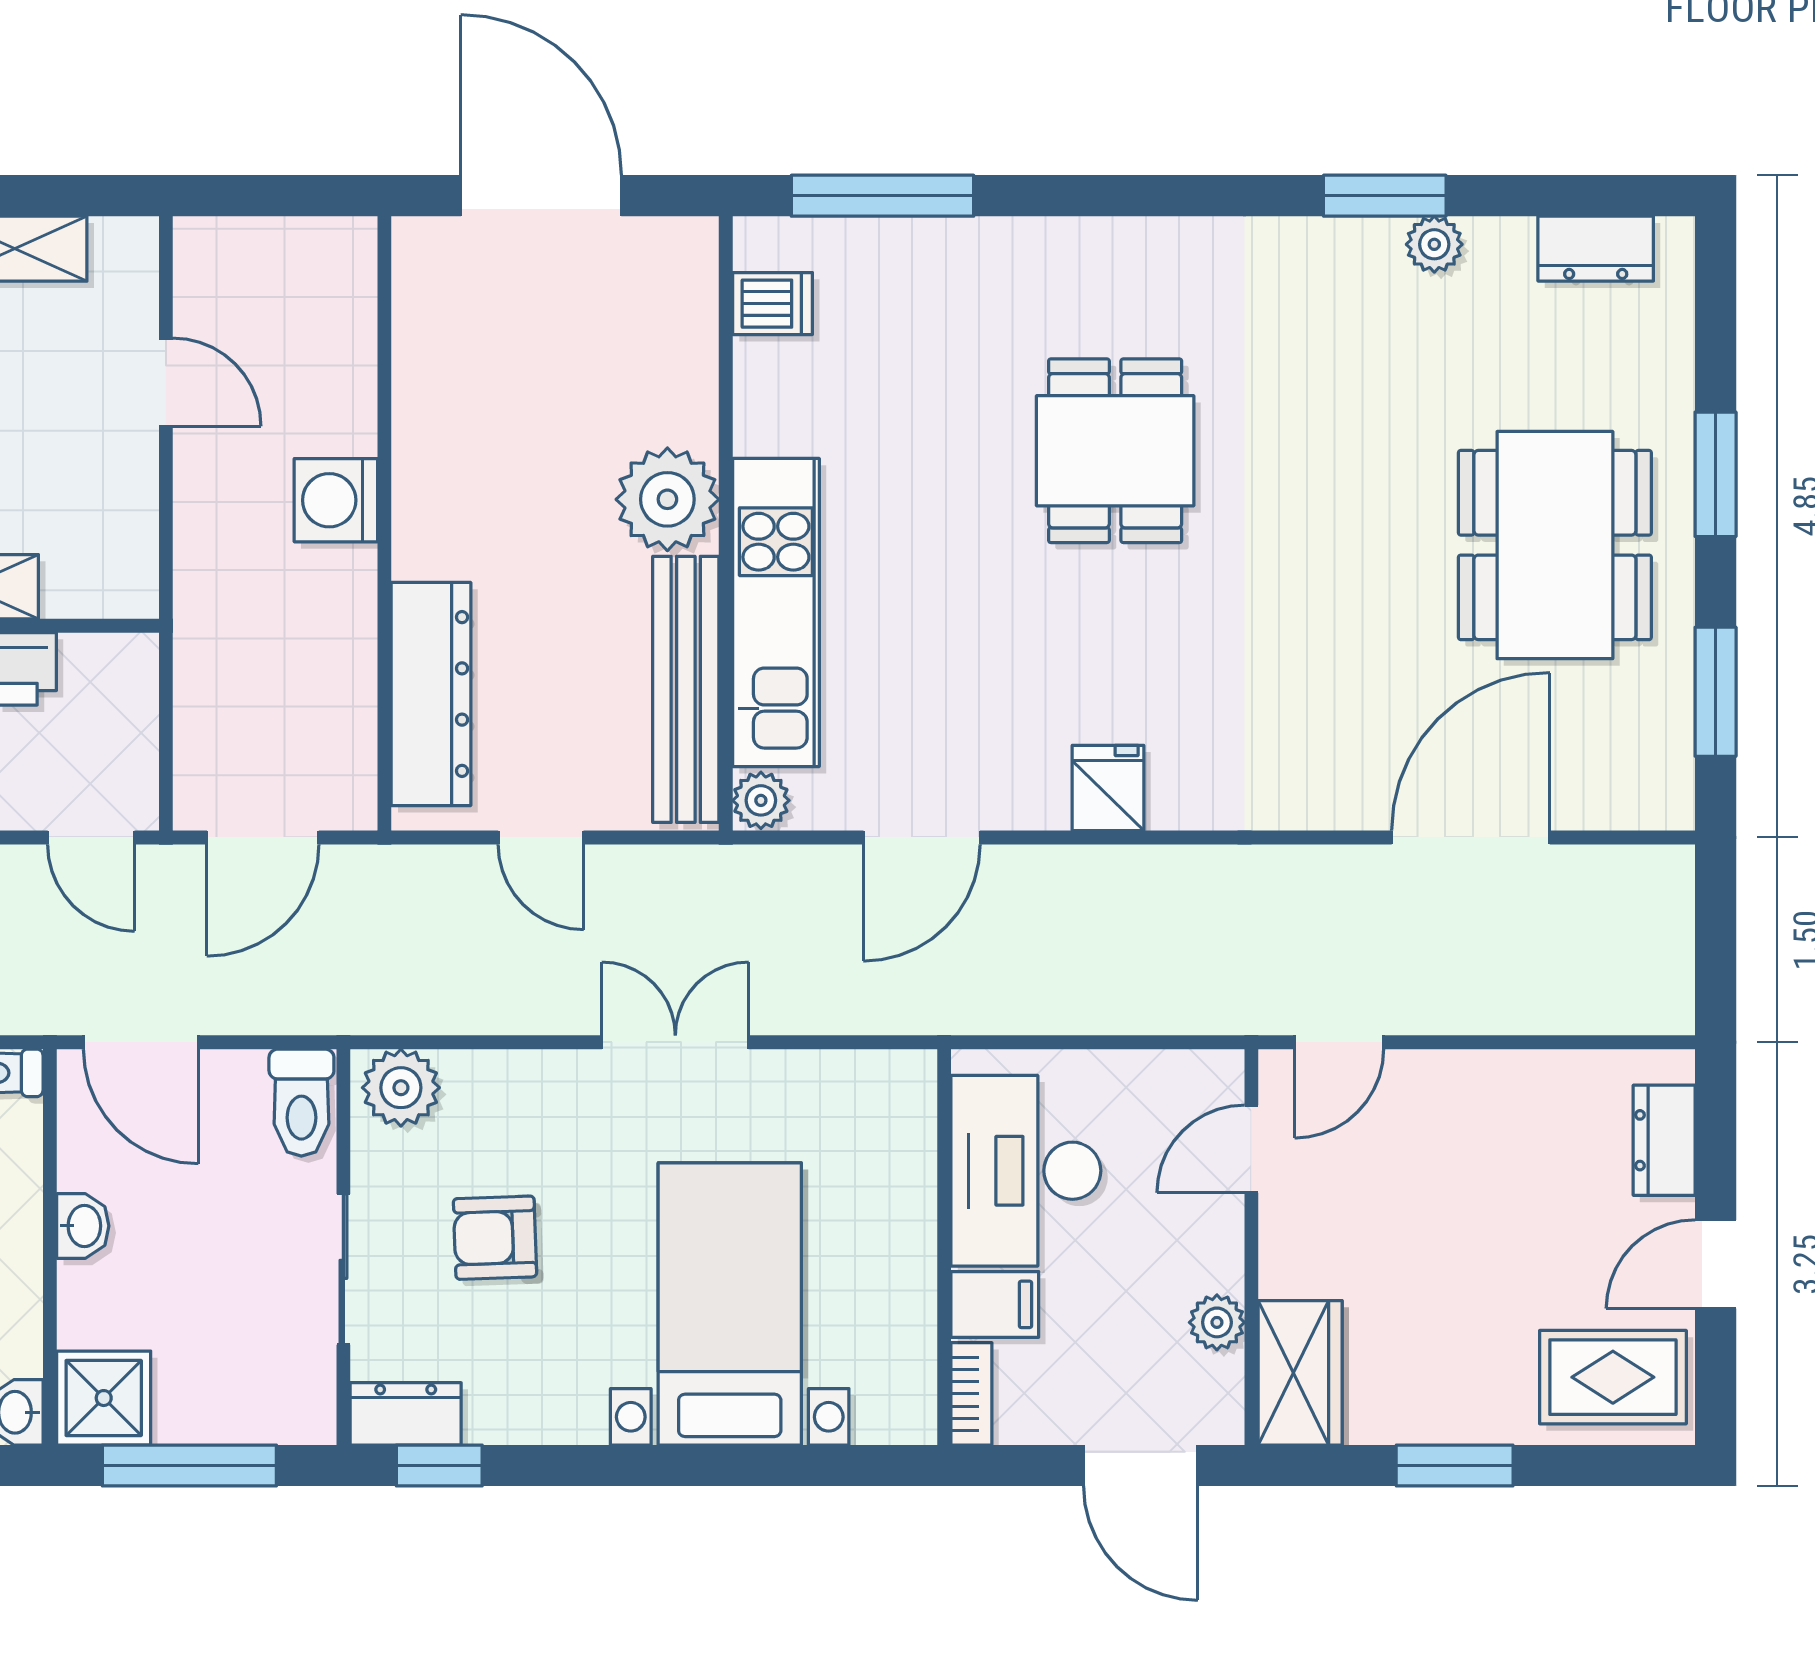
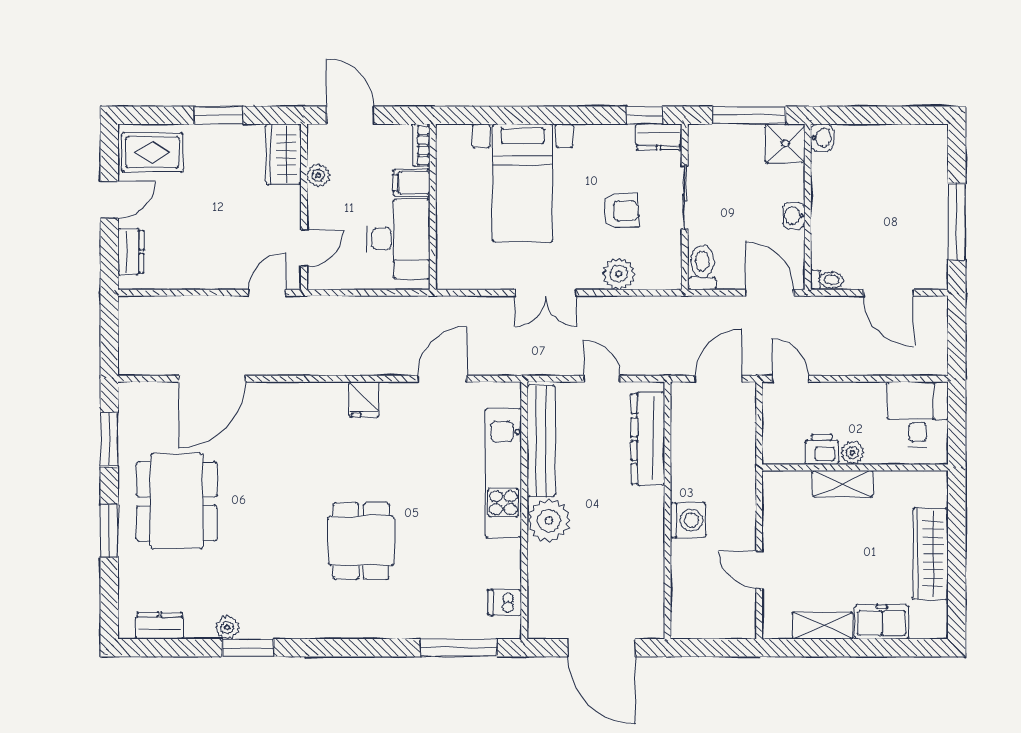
plant: (761, 800) -> (510, 394), removed
plant: (401, 1088) -> (619, 274), moved

